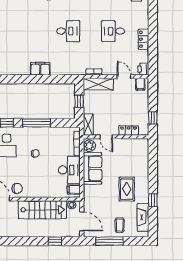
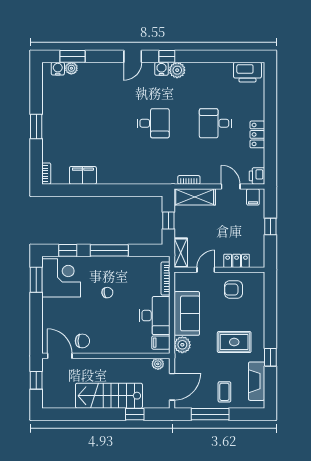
filing cabinet: (40, 69) -> (83, 175), moved
window: (153, 118) -> (270, 227), moved
door: (106, 137) -> (206, 270), swing flipped
plant: (89, 146) -> (182, 345), moved
armchair: (126, 151) -> (234, 289), added
rug: (127, 189) -> (234, 342), turned 90
stairs: (42, 210) -> (109, 396), moved, turned 180
door: (82, 221) -> (172, 387), hinge flipped

